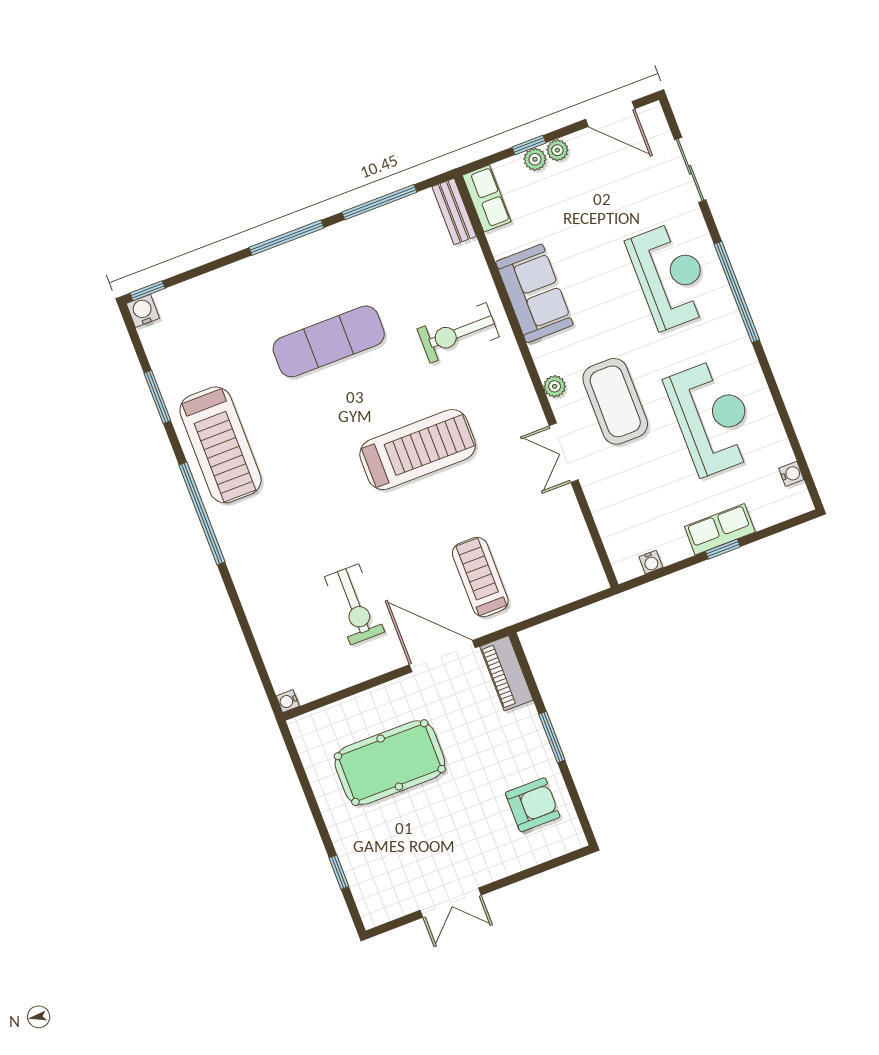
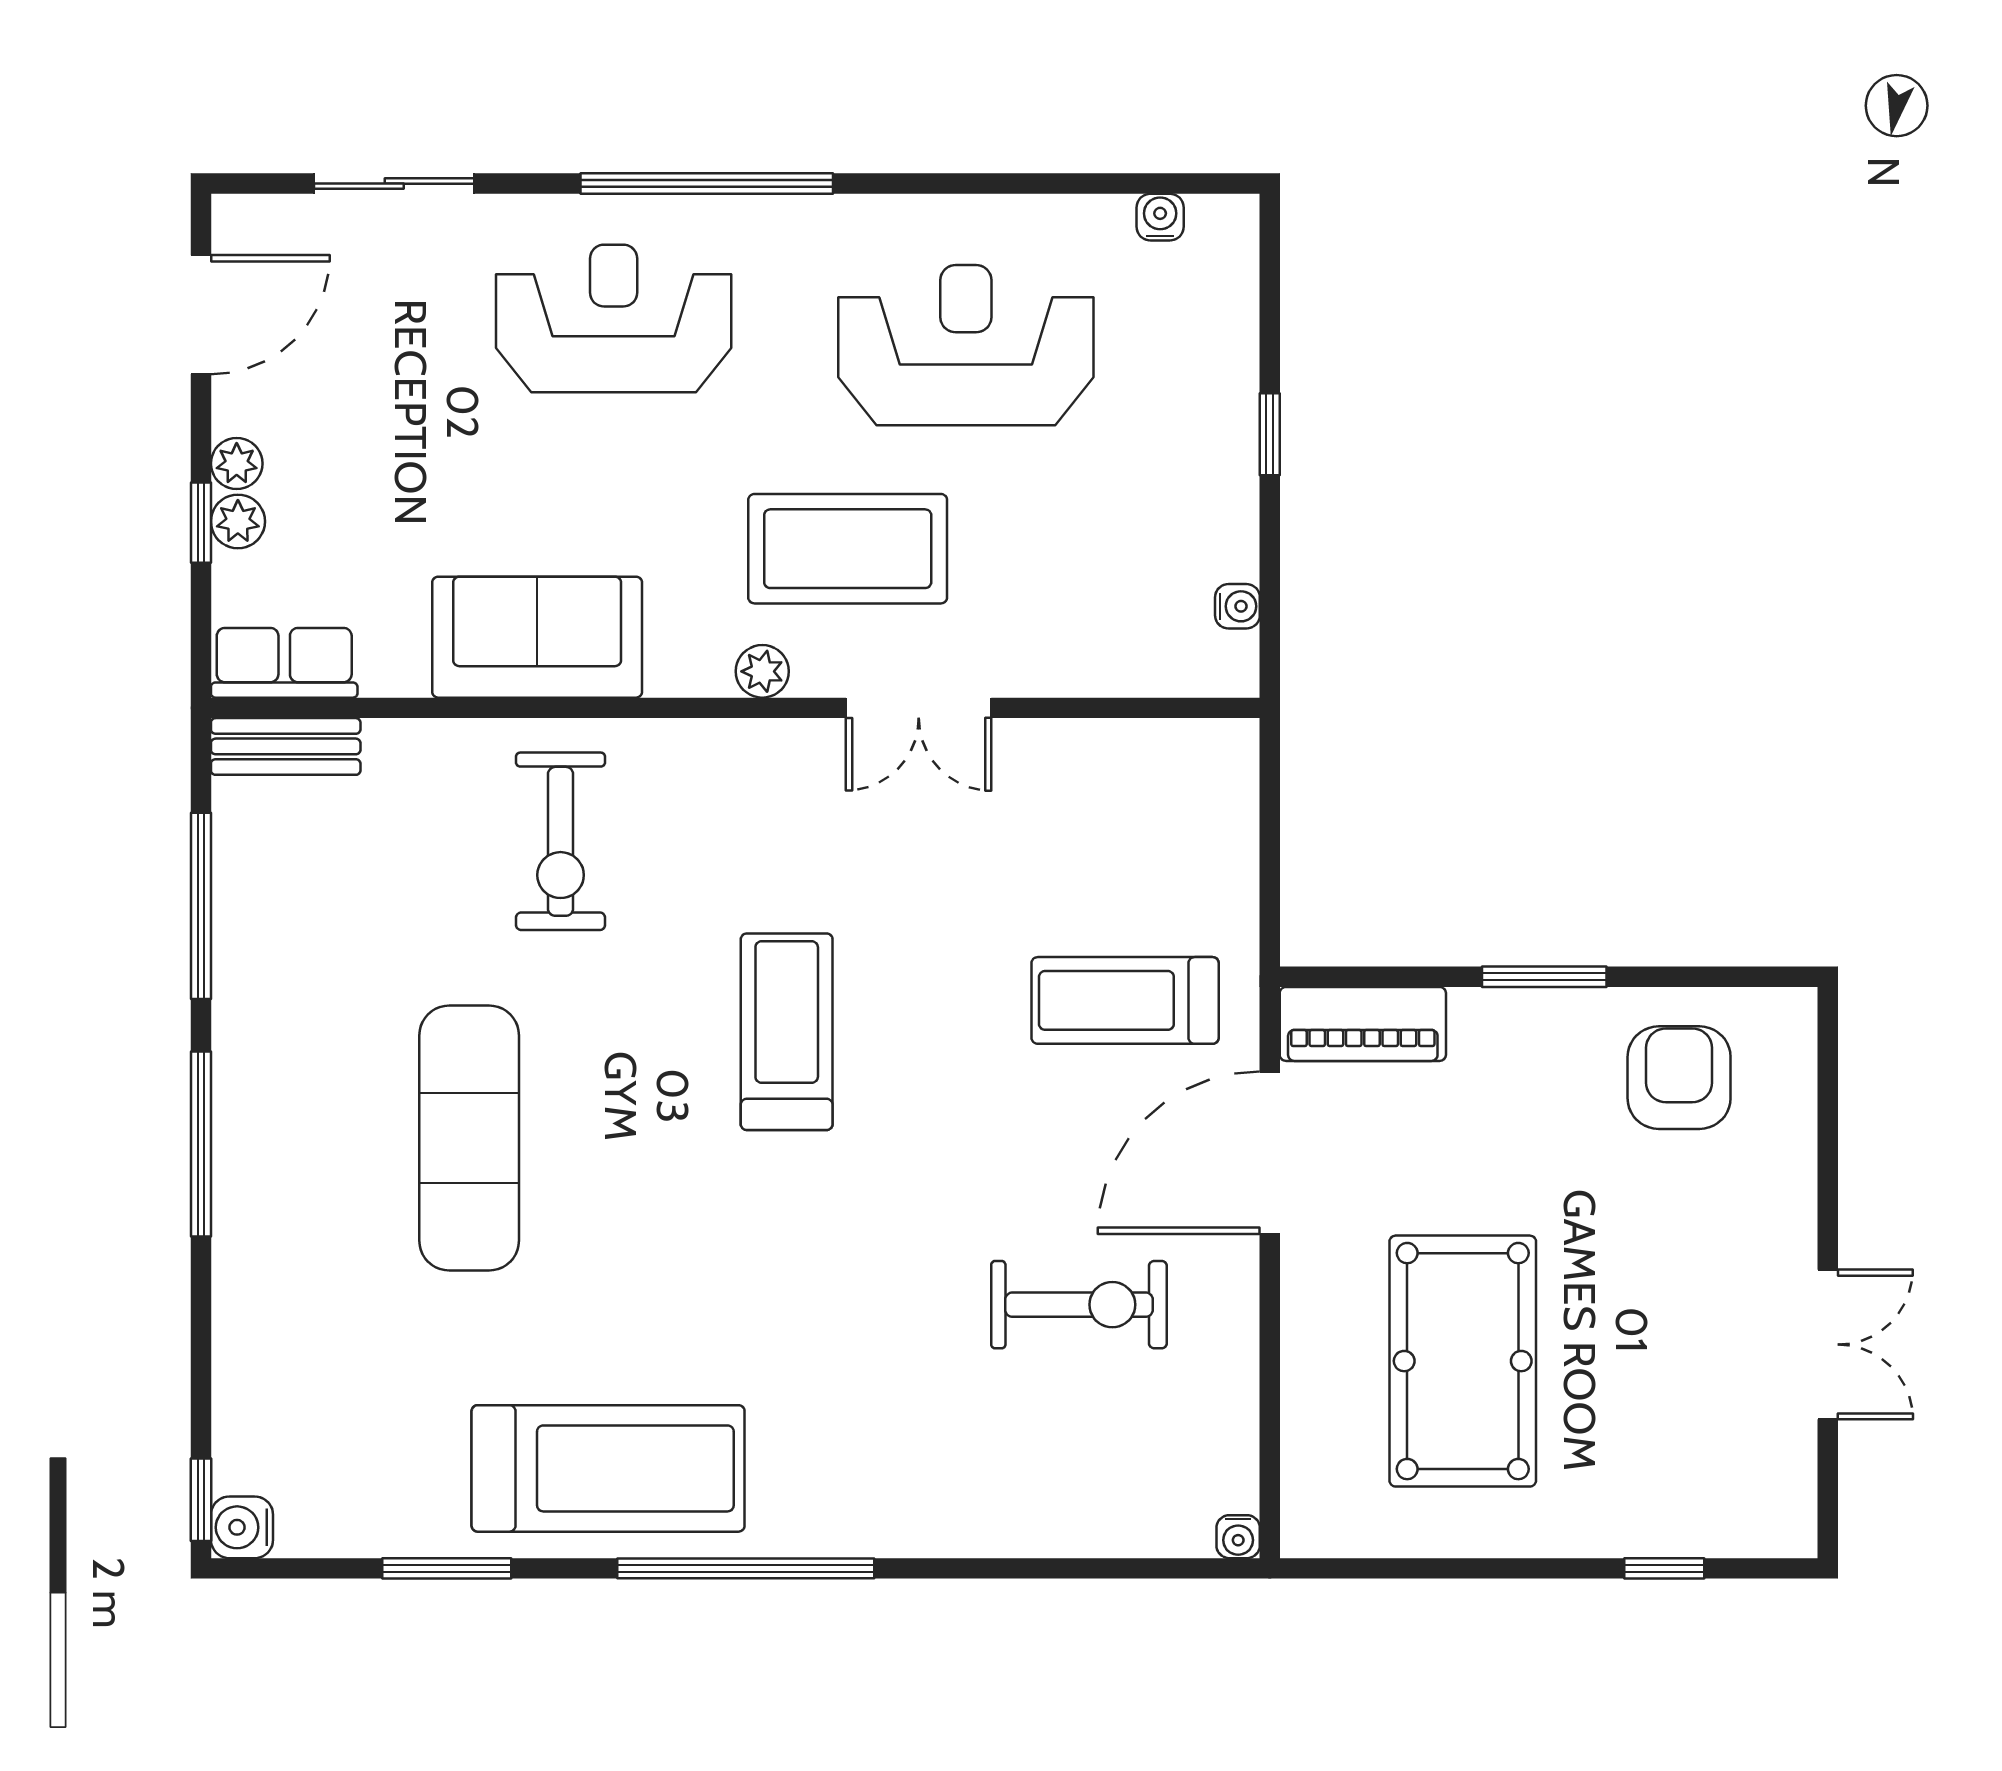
treadmill: (418, 450) -> (787, 1032), width x0.73, depth x0.73
row of seats: (720, 529) -> (1223, 424), removed

